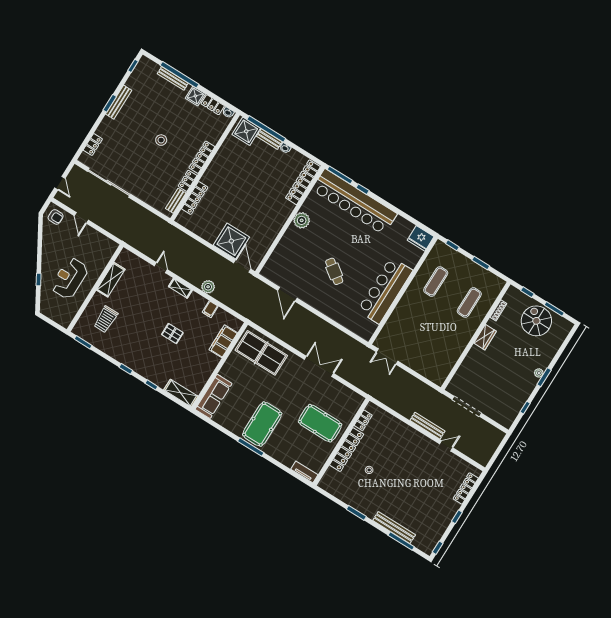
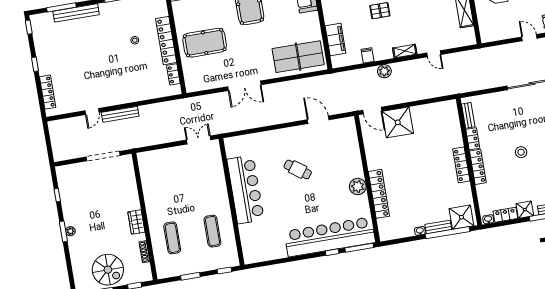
locker: (303, 182) -> (379, 194), moved
locker: (195, 198) -> (461, 165), moved
fridge: (421, 238) -> (254, 254), removed

